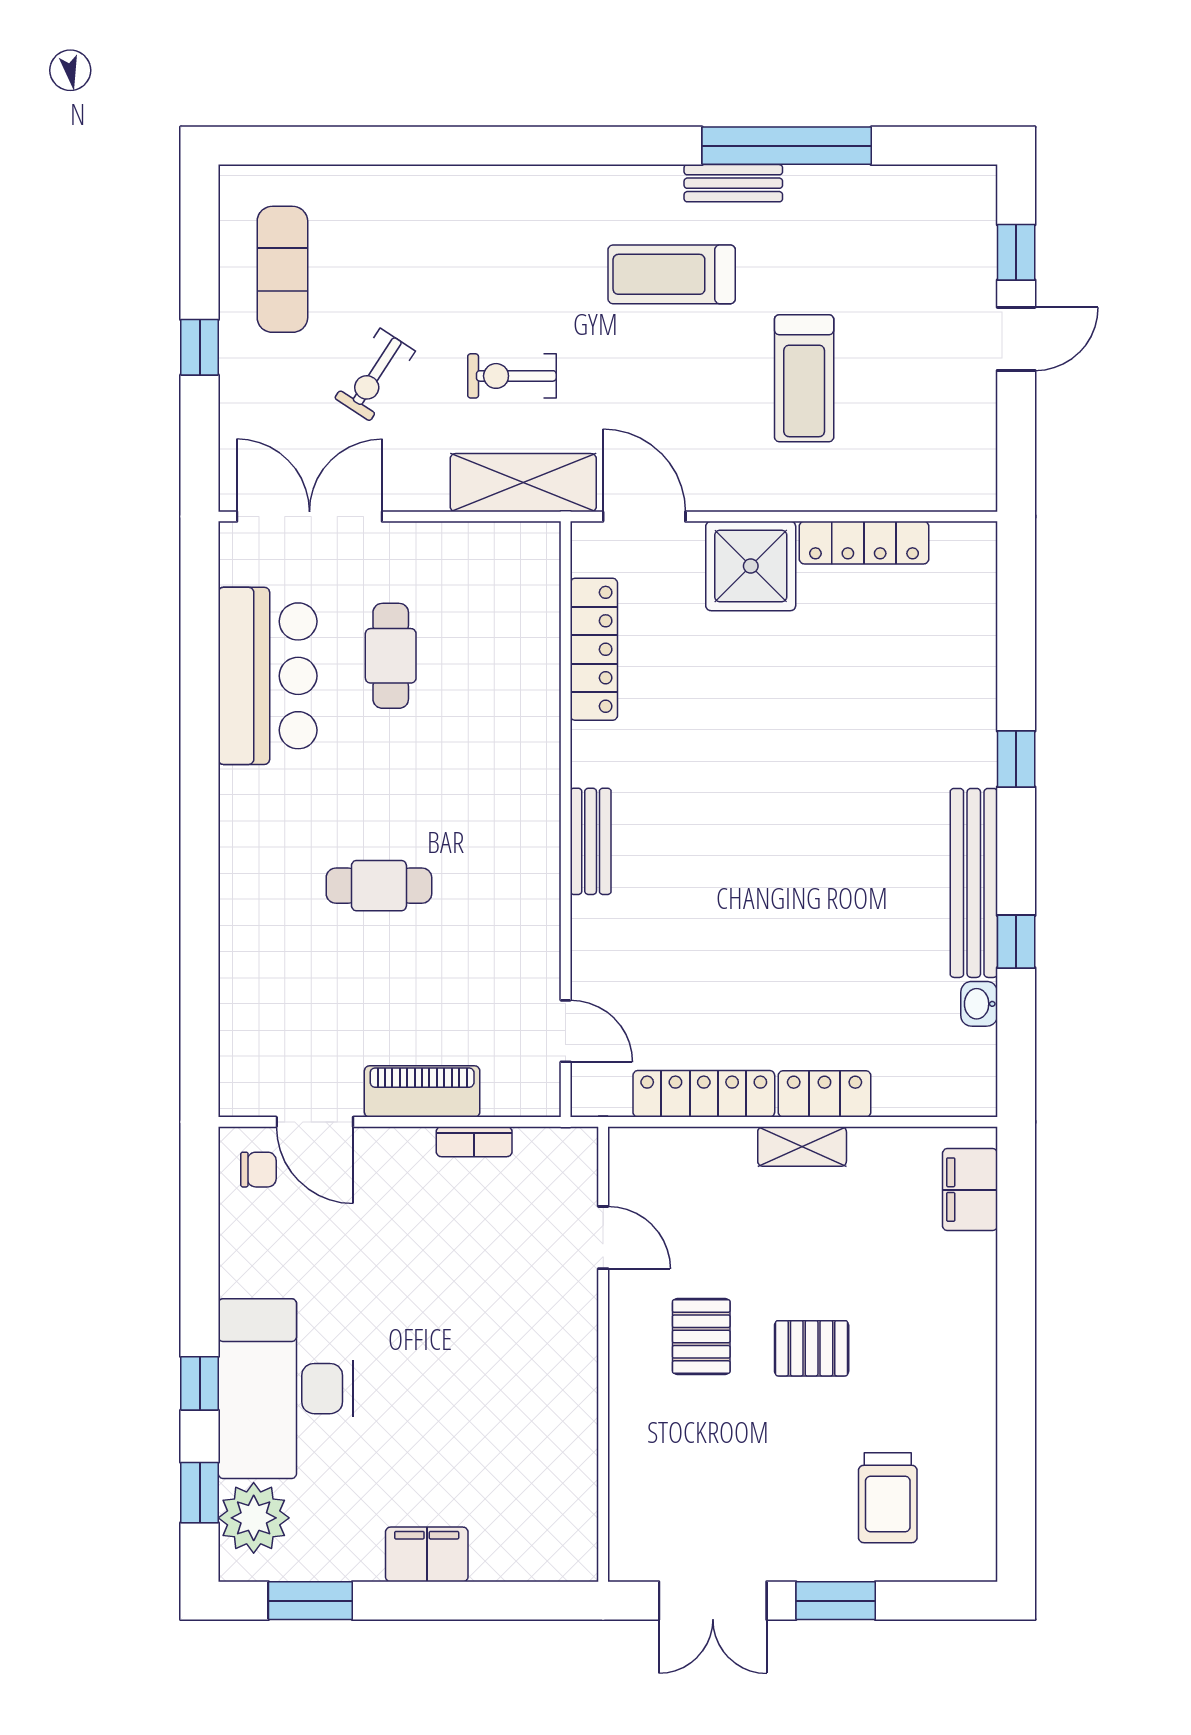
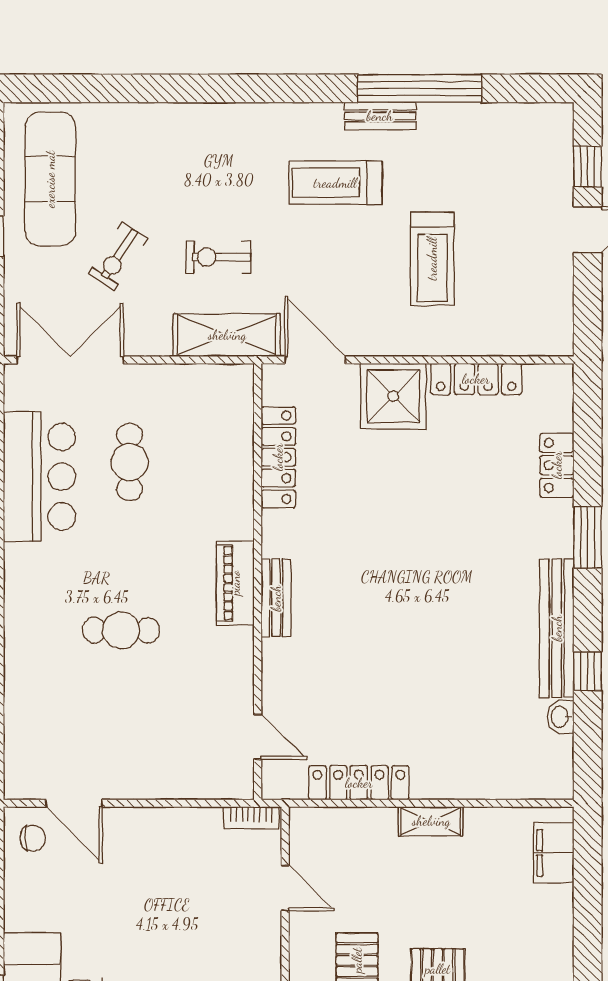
exercise mat: (282, 269) -> (50, 179), width x1.36, depth x1.45
window: (1016, 759) -> (588, 538), width x1.50
piano: (422, 1091) -> (235, 583), moved, turned -90
locker: (824, 1094) -> (557, 465), moved, turned -90
bookcase: (474, 1142) -> (251, 818), moved

